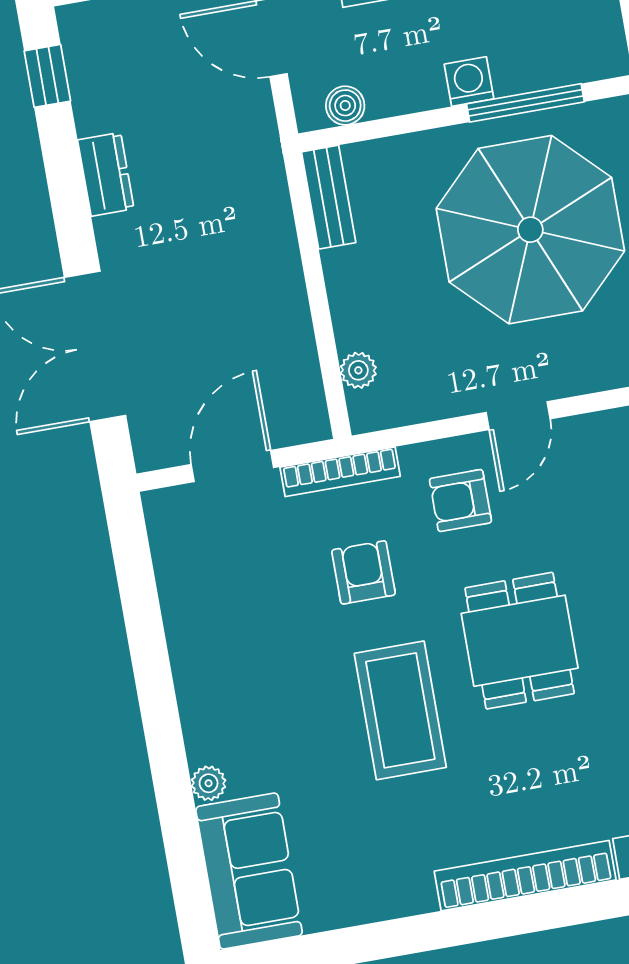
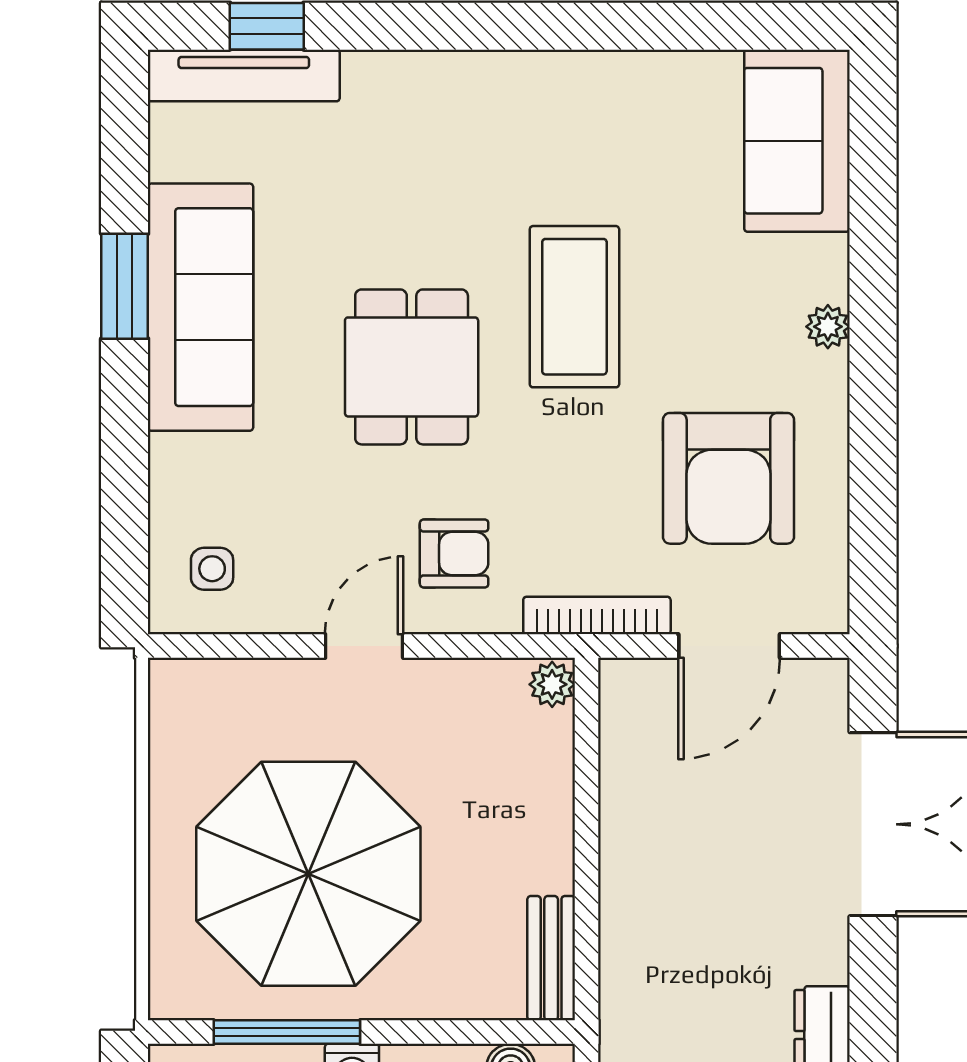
plant: (358, 370) -> (552, 684), moved
armchair: (364, 572) -> (728, 478), moved, width x1.88, depth x1.88
plant: (209, 783) -> (828, 327), moved
bookcase: (525, 876) -> (456, 75), removed

